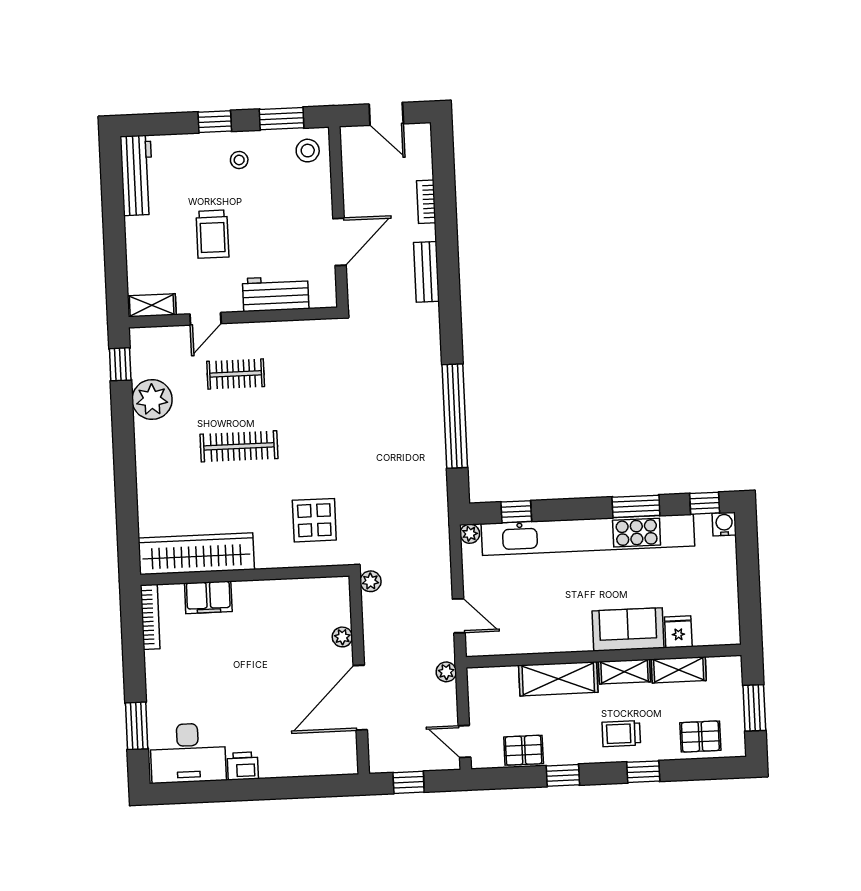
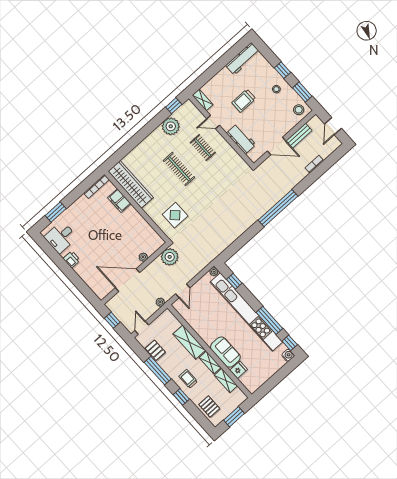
bench: (427, 272) -> (299, 136), moved
window: (455, 416) -> (278, 208), moved
window: (636, 506) -> (269, 320), width x1.44
plant: (371, 581) -> (170, 257), width x1.88, depth x1.88
desk: (188, 753) -> (61, 237), width x0.73
window: (563, 775) -> (158, 371), width x2.17

